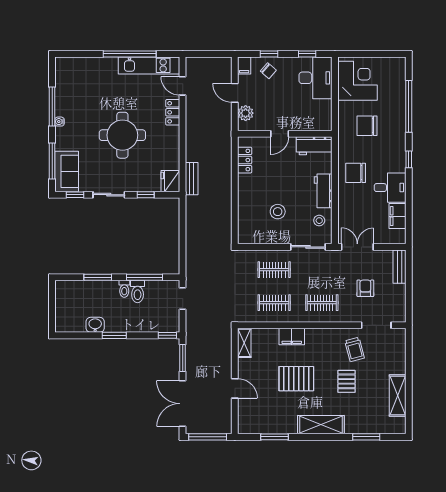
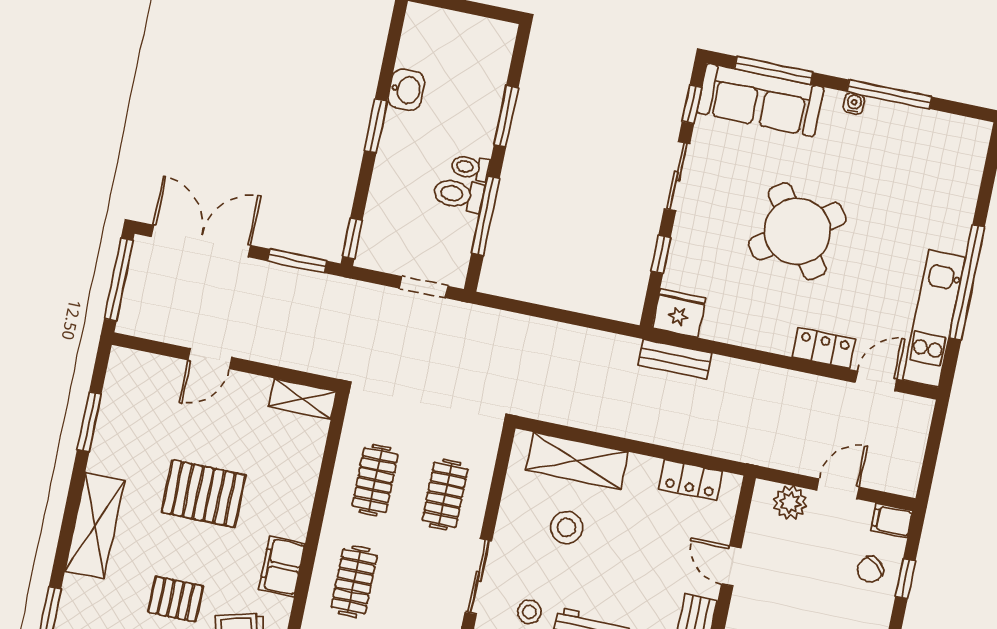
round table: (122, 135) -> (797, 231), turned -35
sofa: (67, 171) -> (760, 100), width x1.36
shelving: (247, 213) -> (577, 461), added
filing cabinet: (292, 336) -> (282, 566), moved
pallet: (296, 379) -> (203, 494), turned 90

